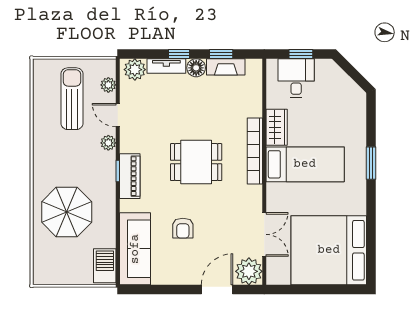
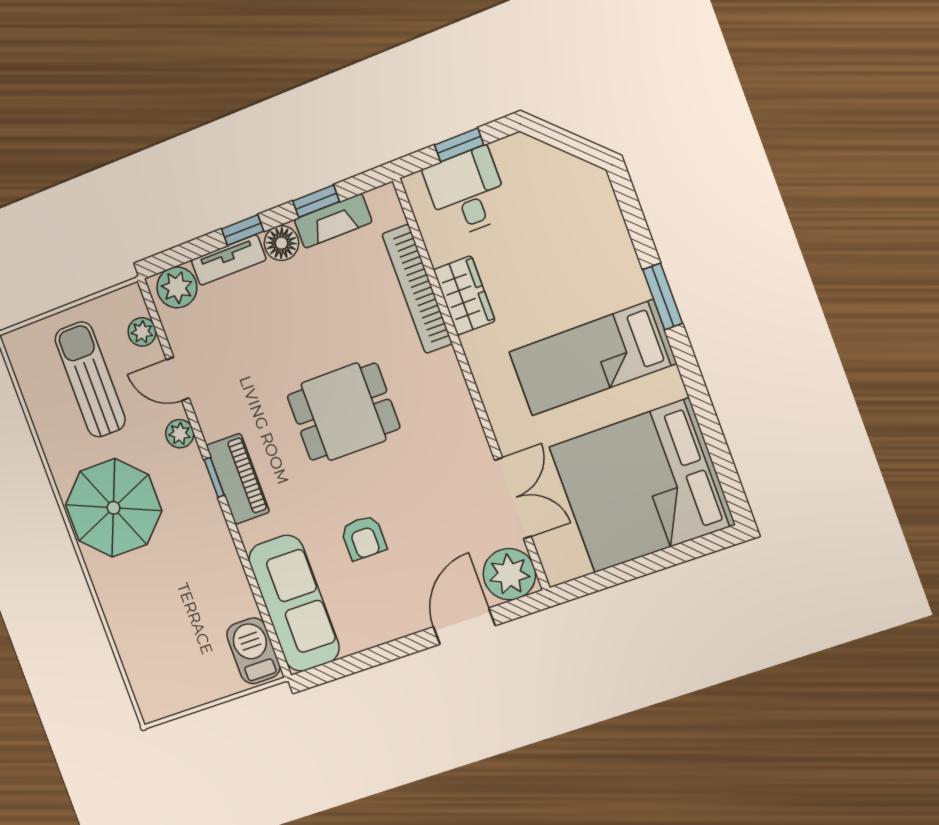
bookcase: (255, 151) -> (417, 289), moved
bed: (305, 164) -> (592, 358), moved, turned 180
parasol: (67, 212) -> (114, 508), moved

